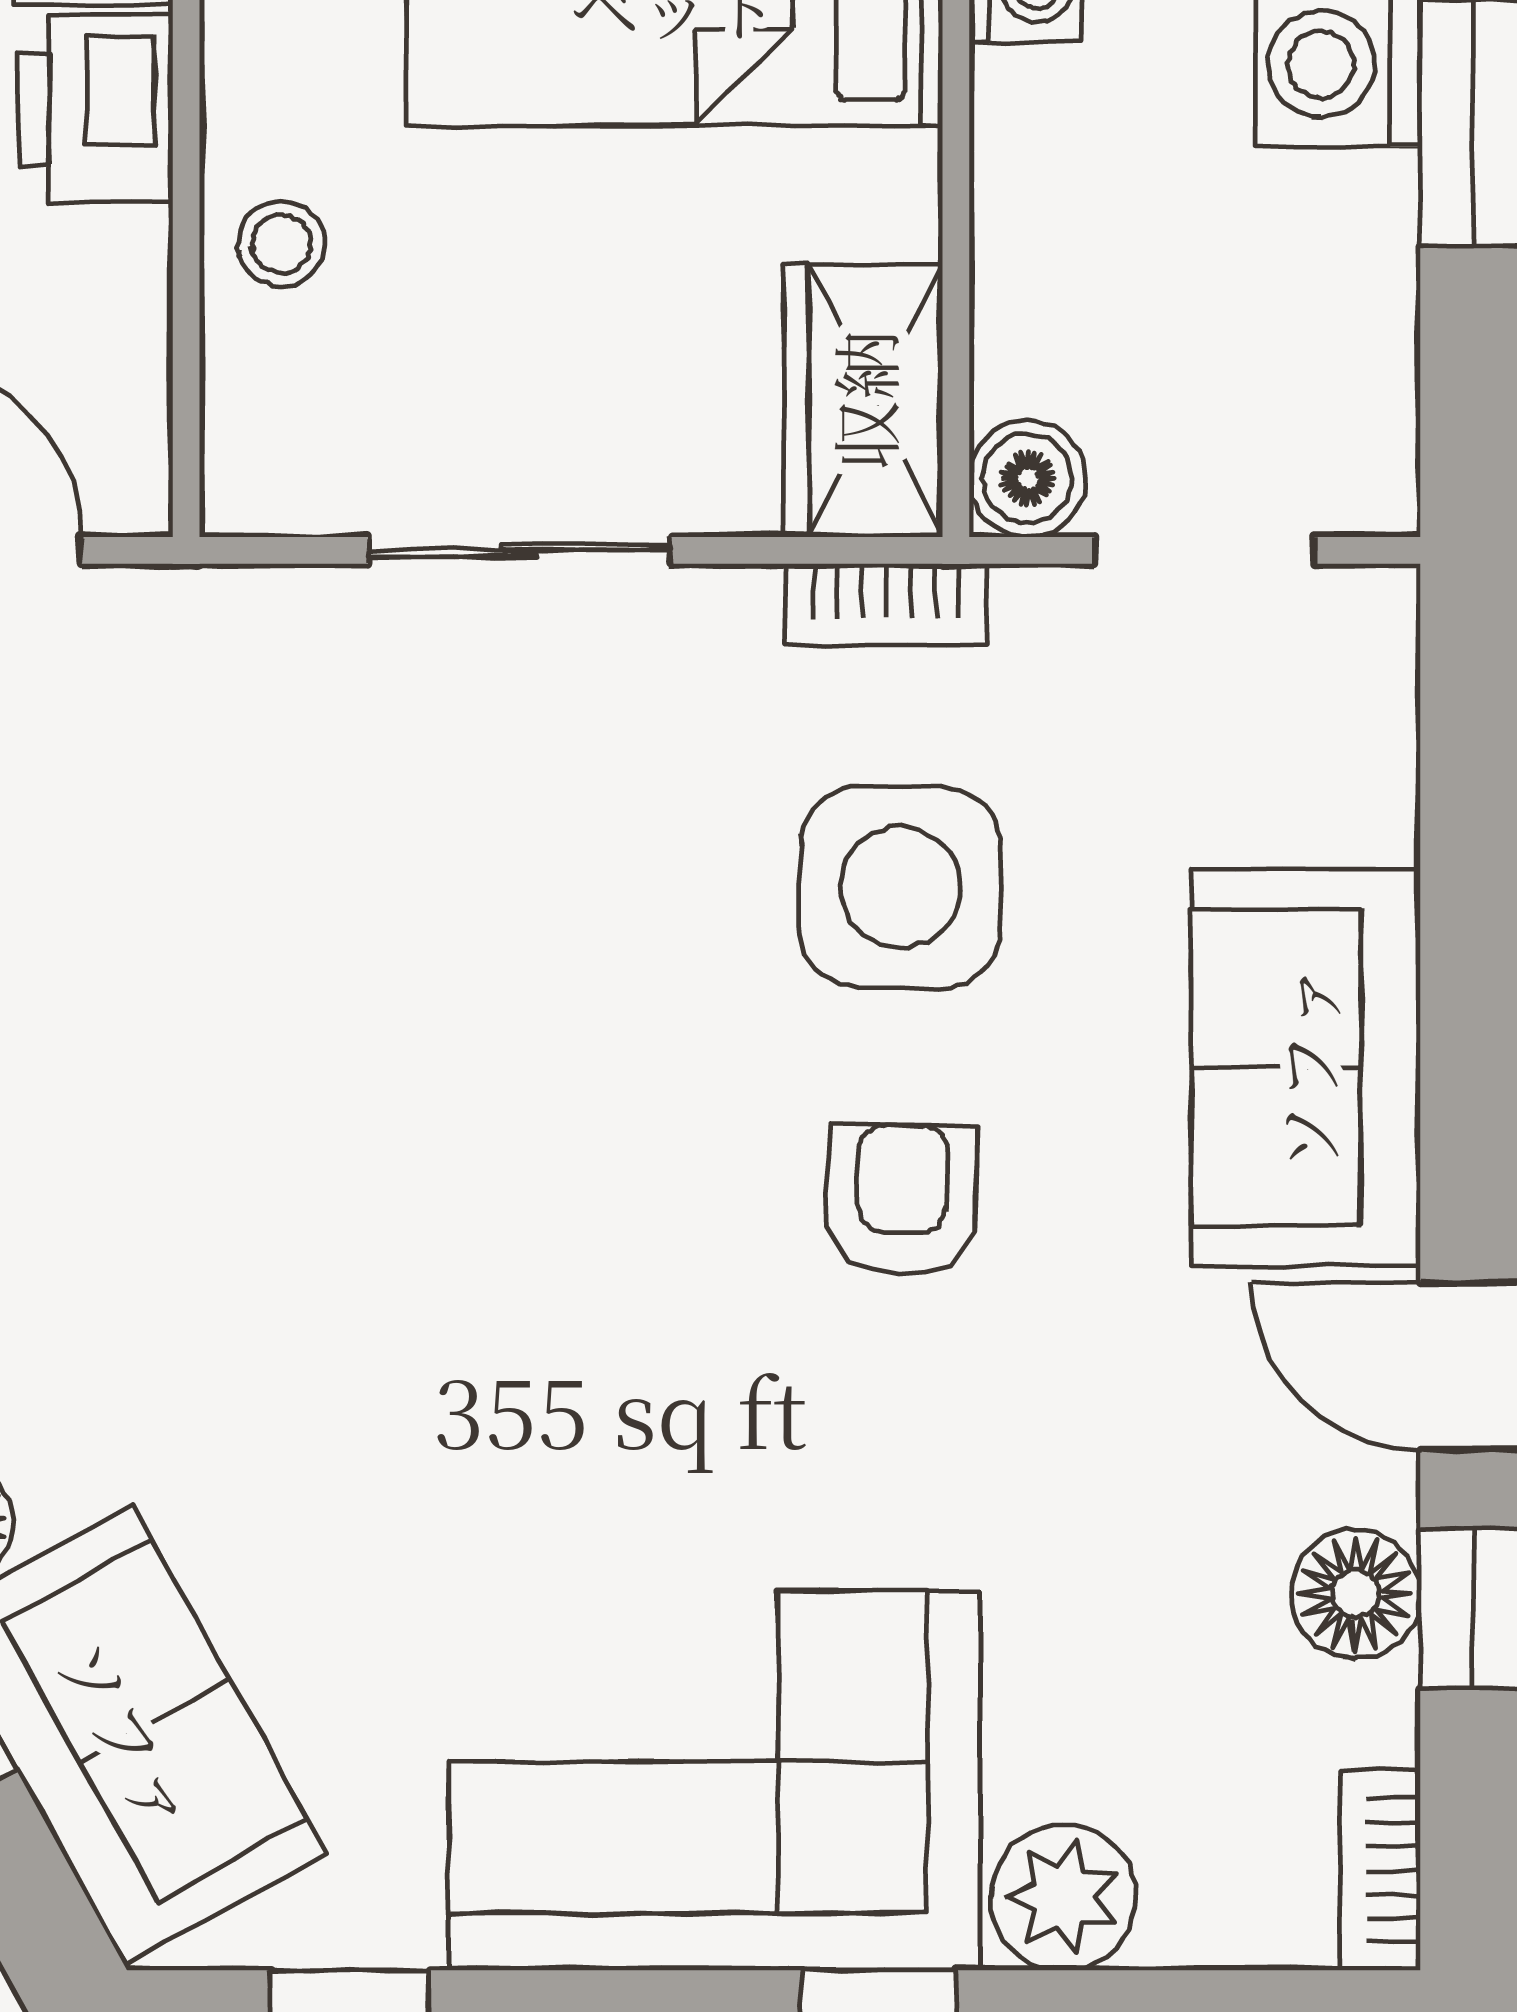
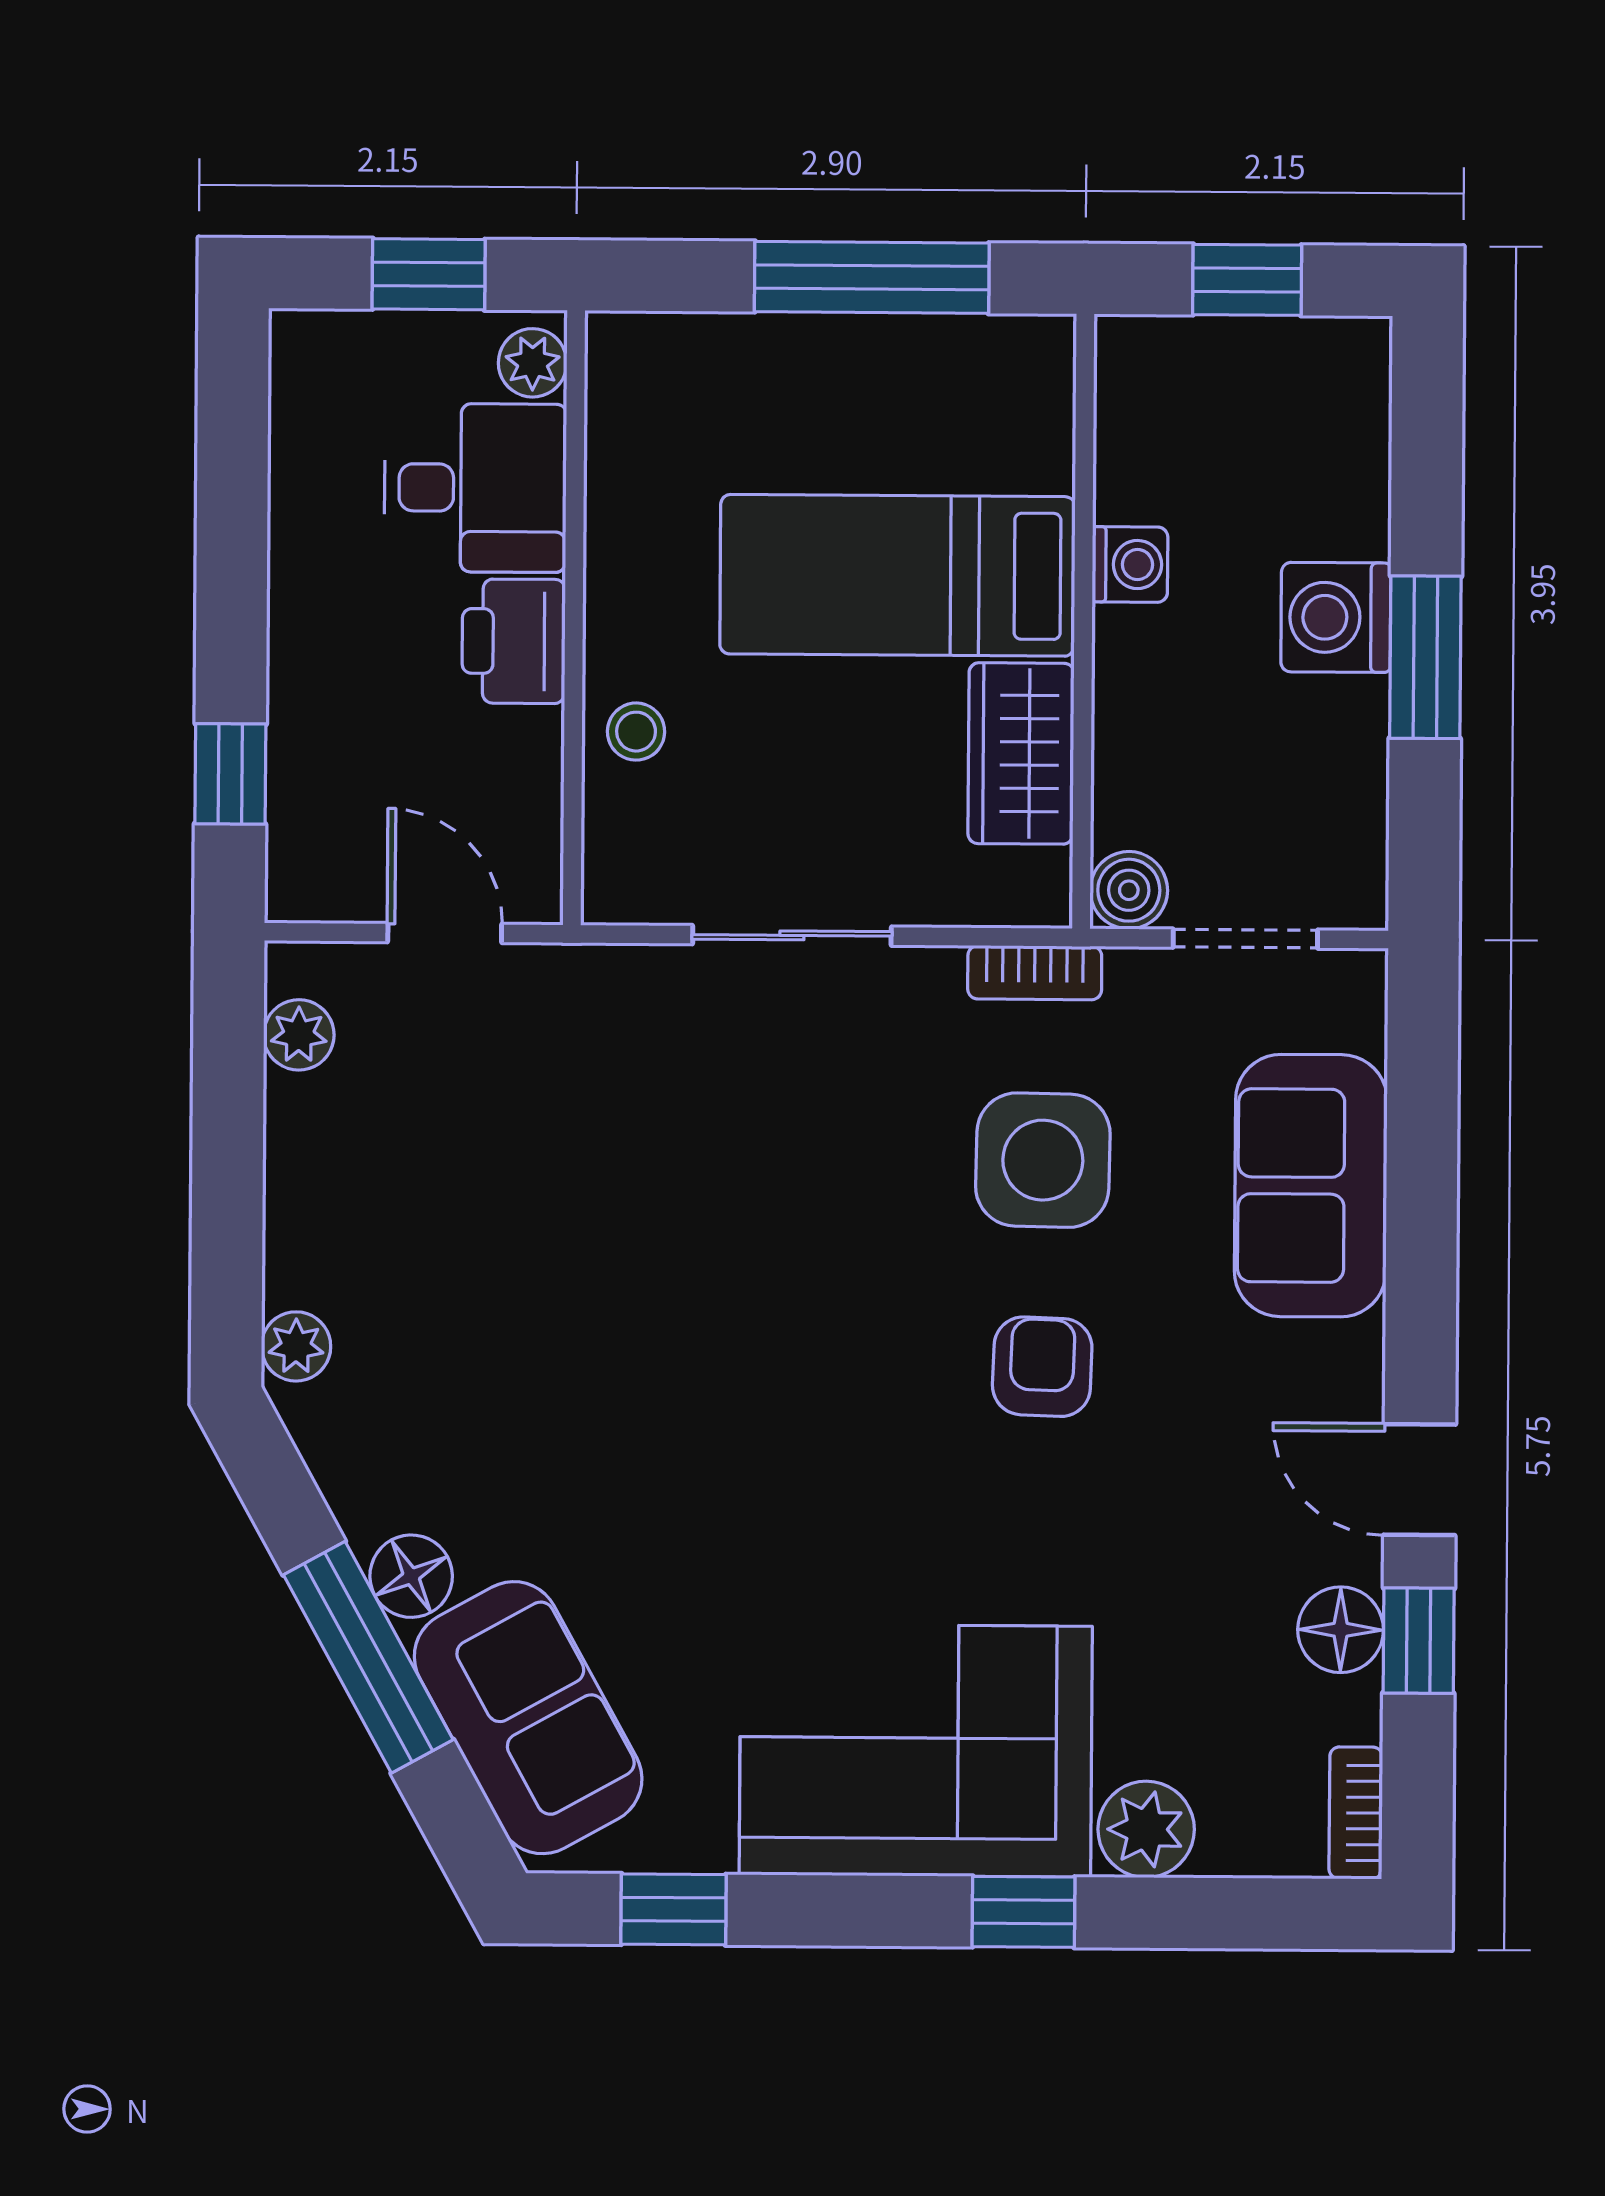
wardrobe: (863, 400) -> (1021, 753), moved
sofa: (1306, 1067) -> (1311, 1186), moved

